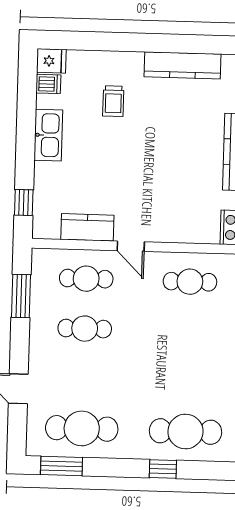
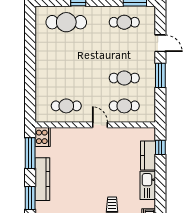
kitchen counter: (87, 227) -> (148, 155), moved, turned 90
window: (21, 296) -> (160, 75), moved
cafe table: (82, 428) -> (124, 22), width x0.73, depth x0.74

